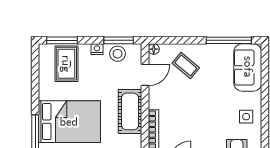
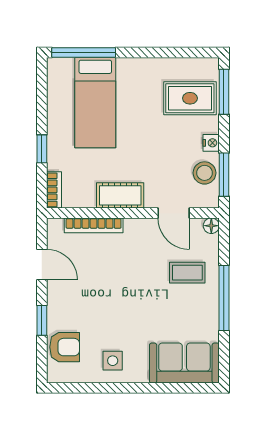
window: (229, 40) -> (224, 298), moved
coffee table: (186, 65) -> (187, 273), turned 50
cot: (130, 111) -> (120, 195), width x0.73, depth x0.75
bed: (69, 122) -> (95, 103), width x0.67

